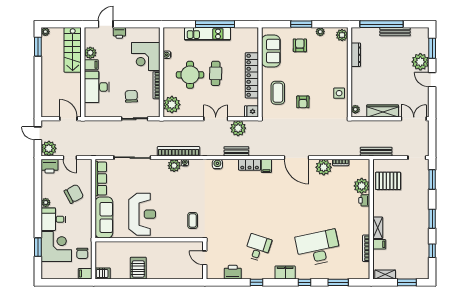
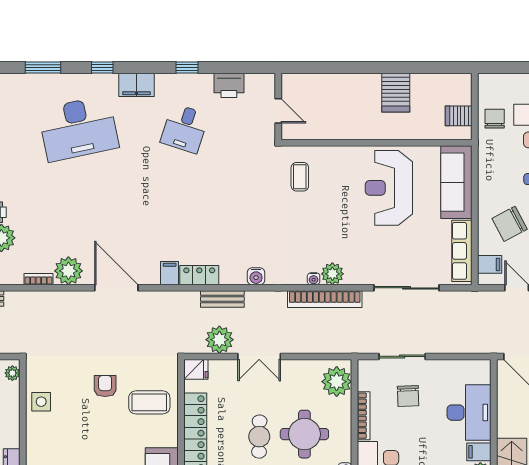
coffee table: (278, 93) -> (149, 402), turned 90
filing cabinet: (85, 273) -> (490, 264), moved
server rack: (103, 273) -> (459, 116), moved

